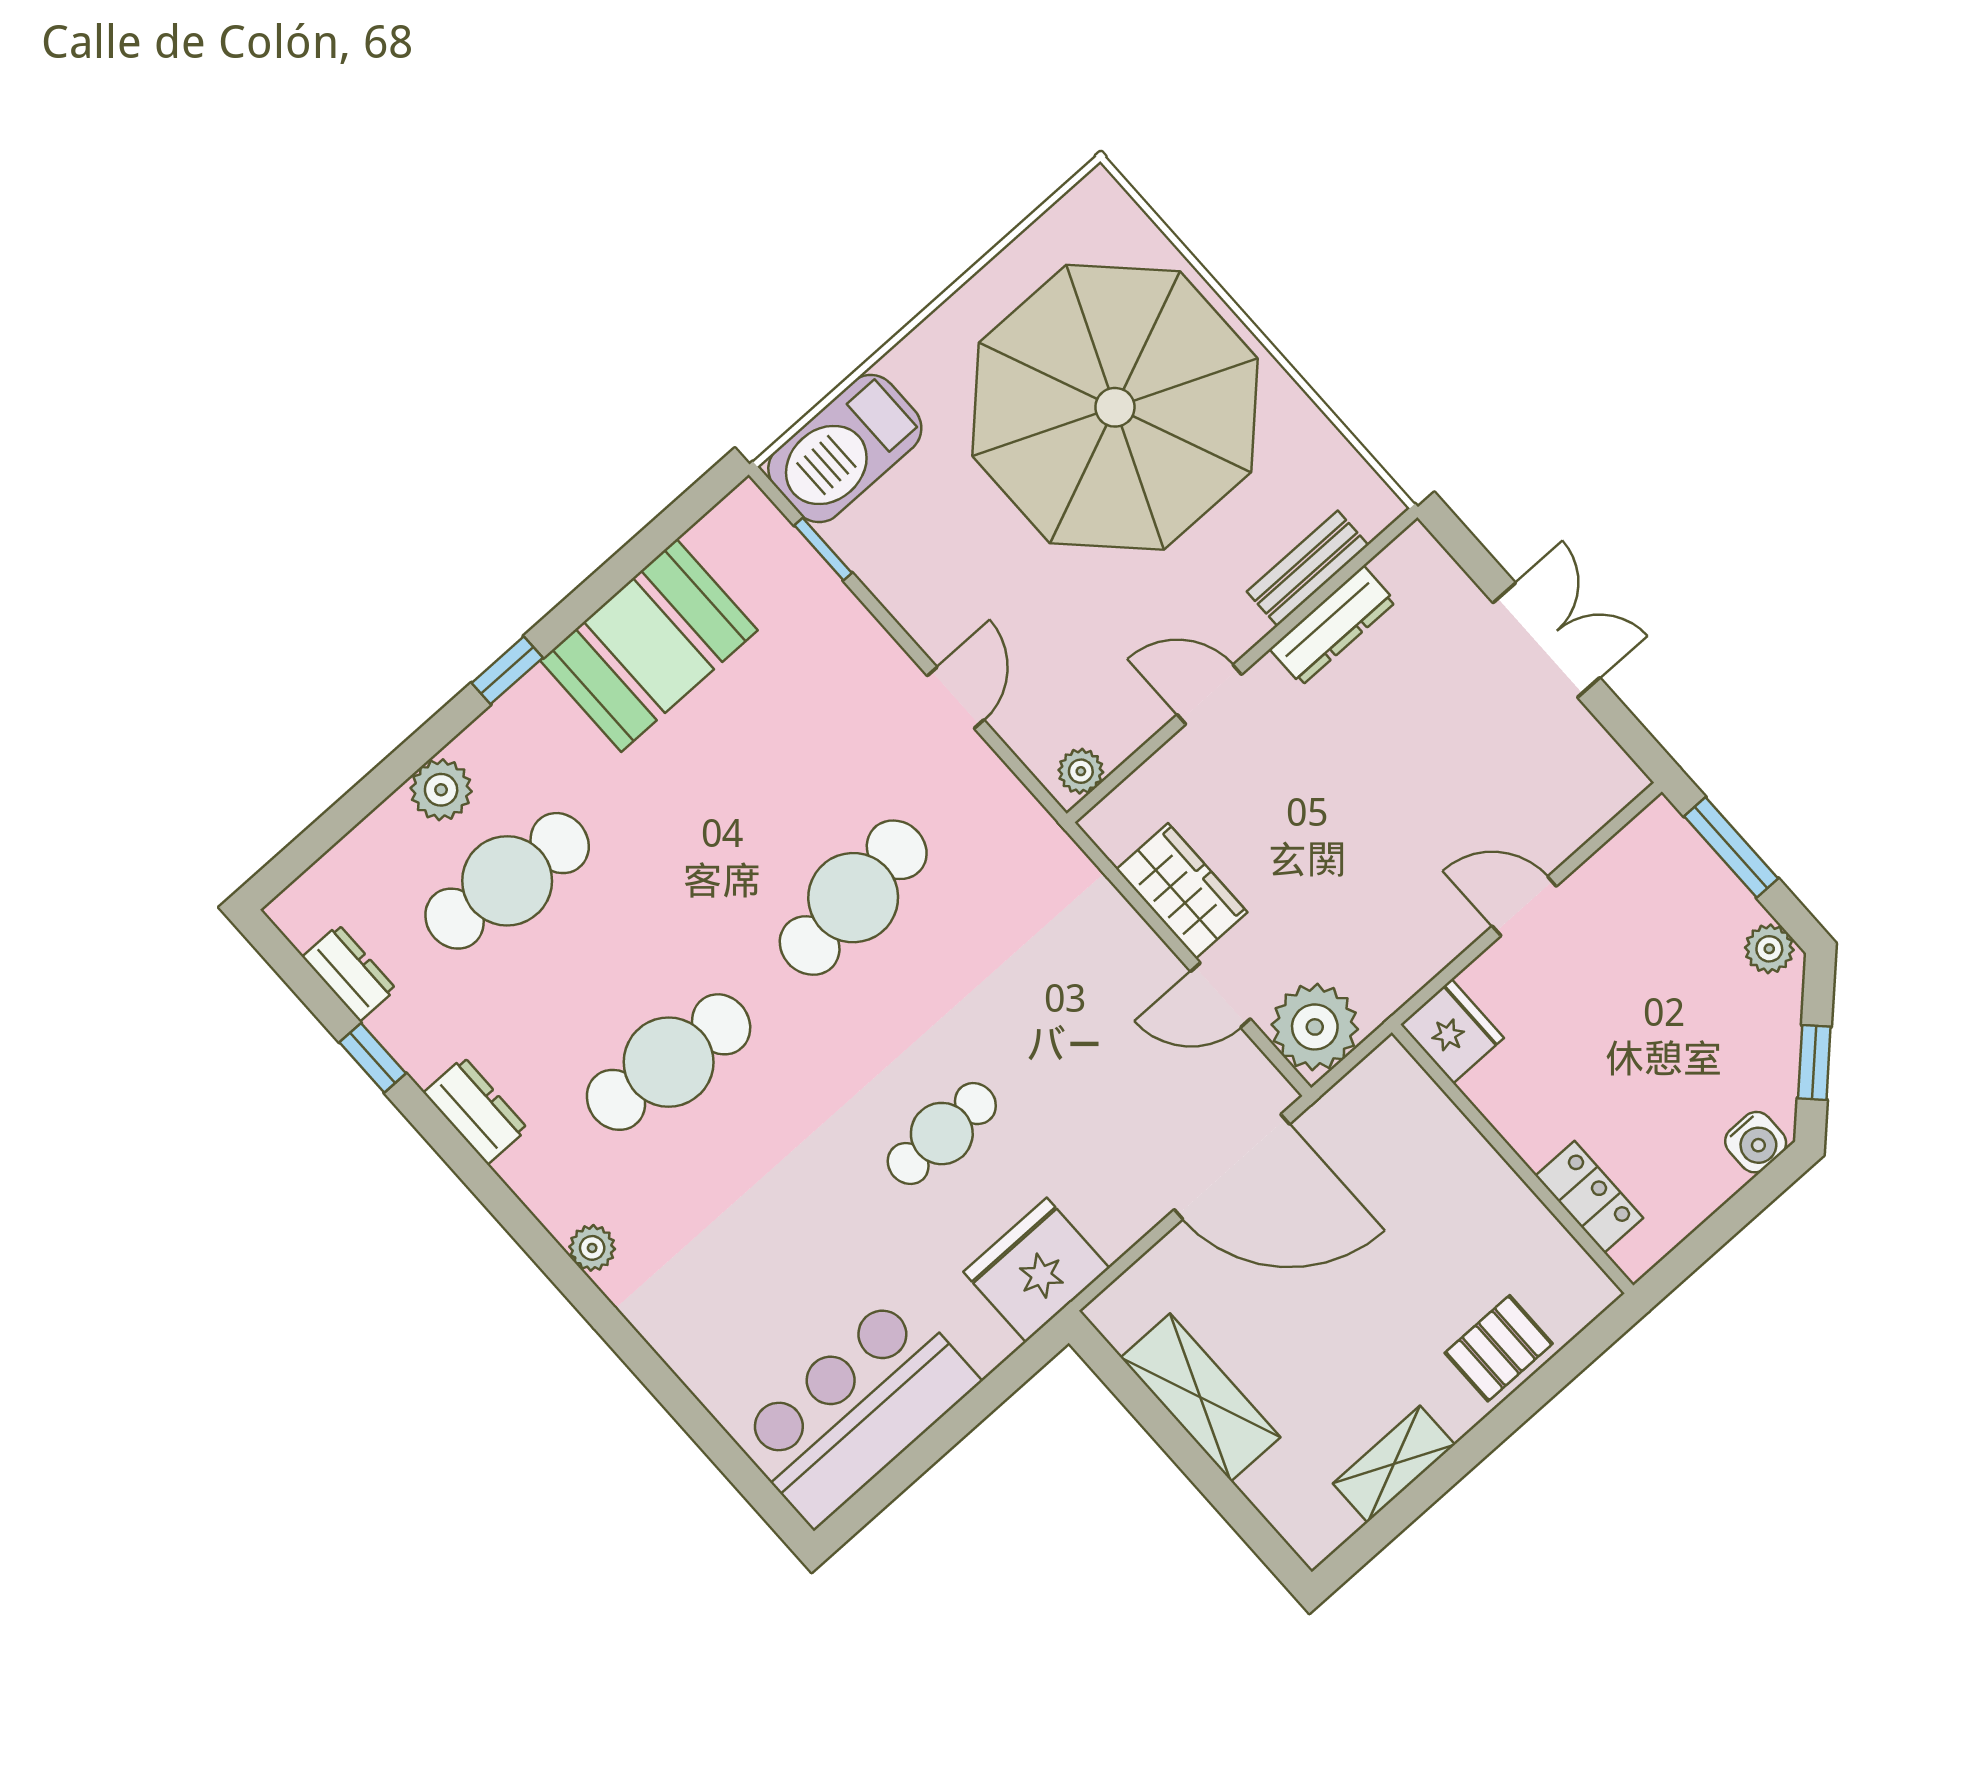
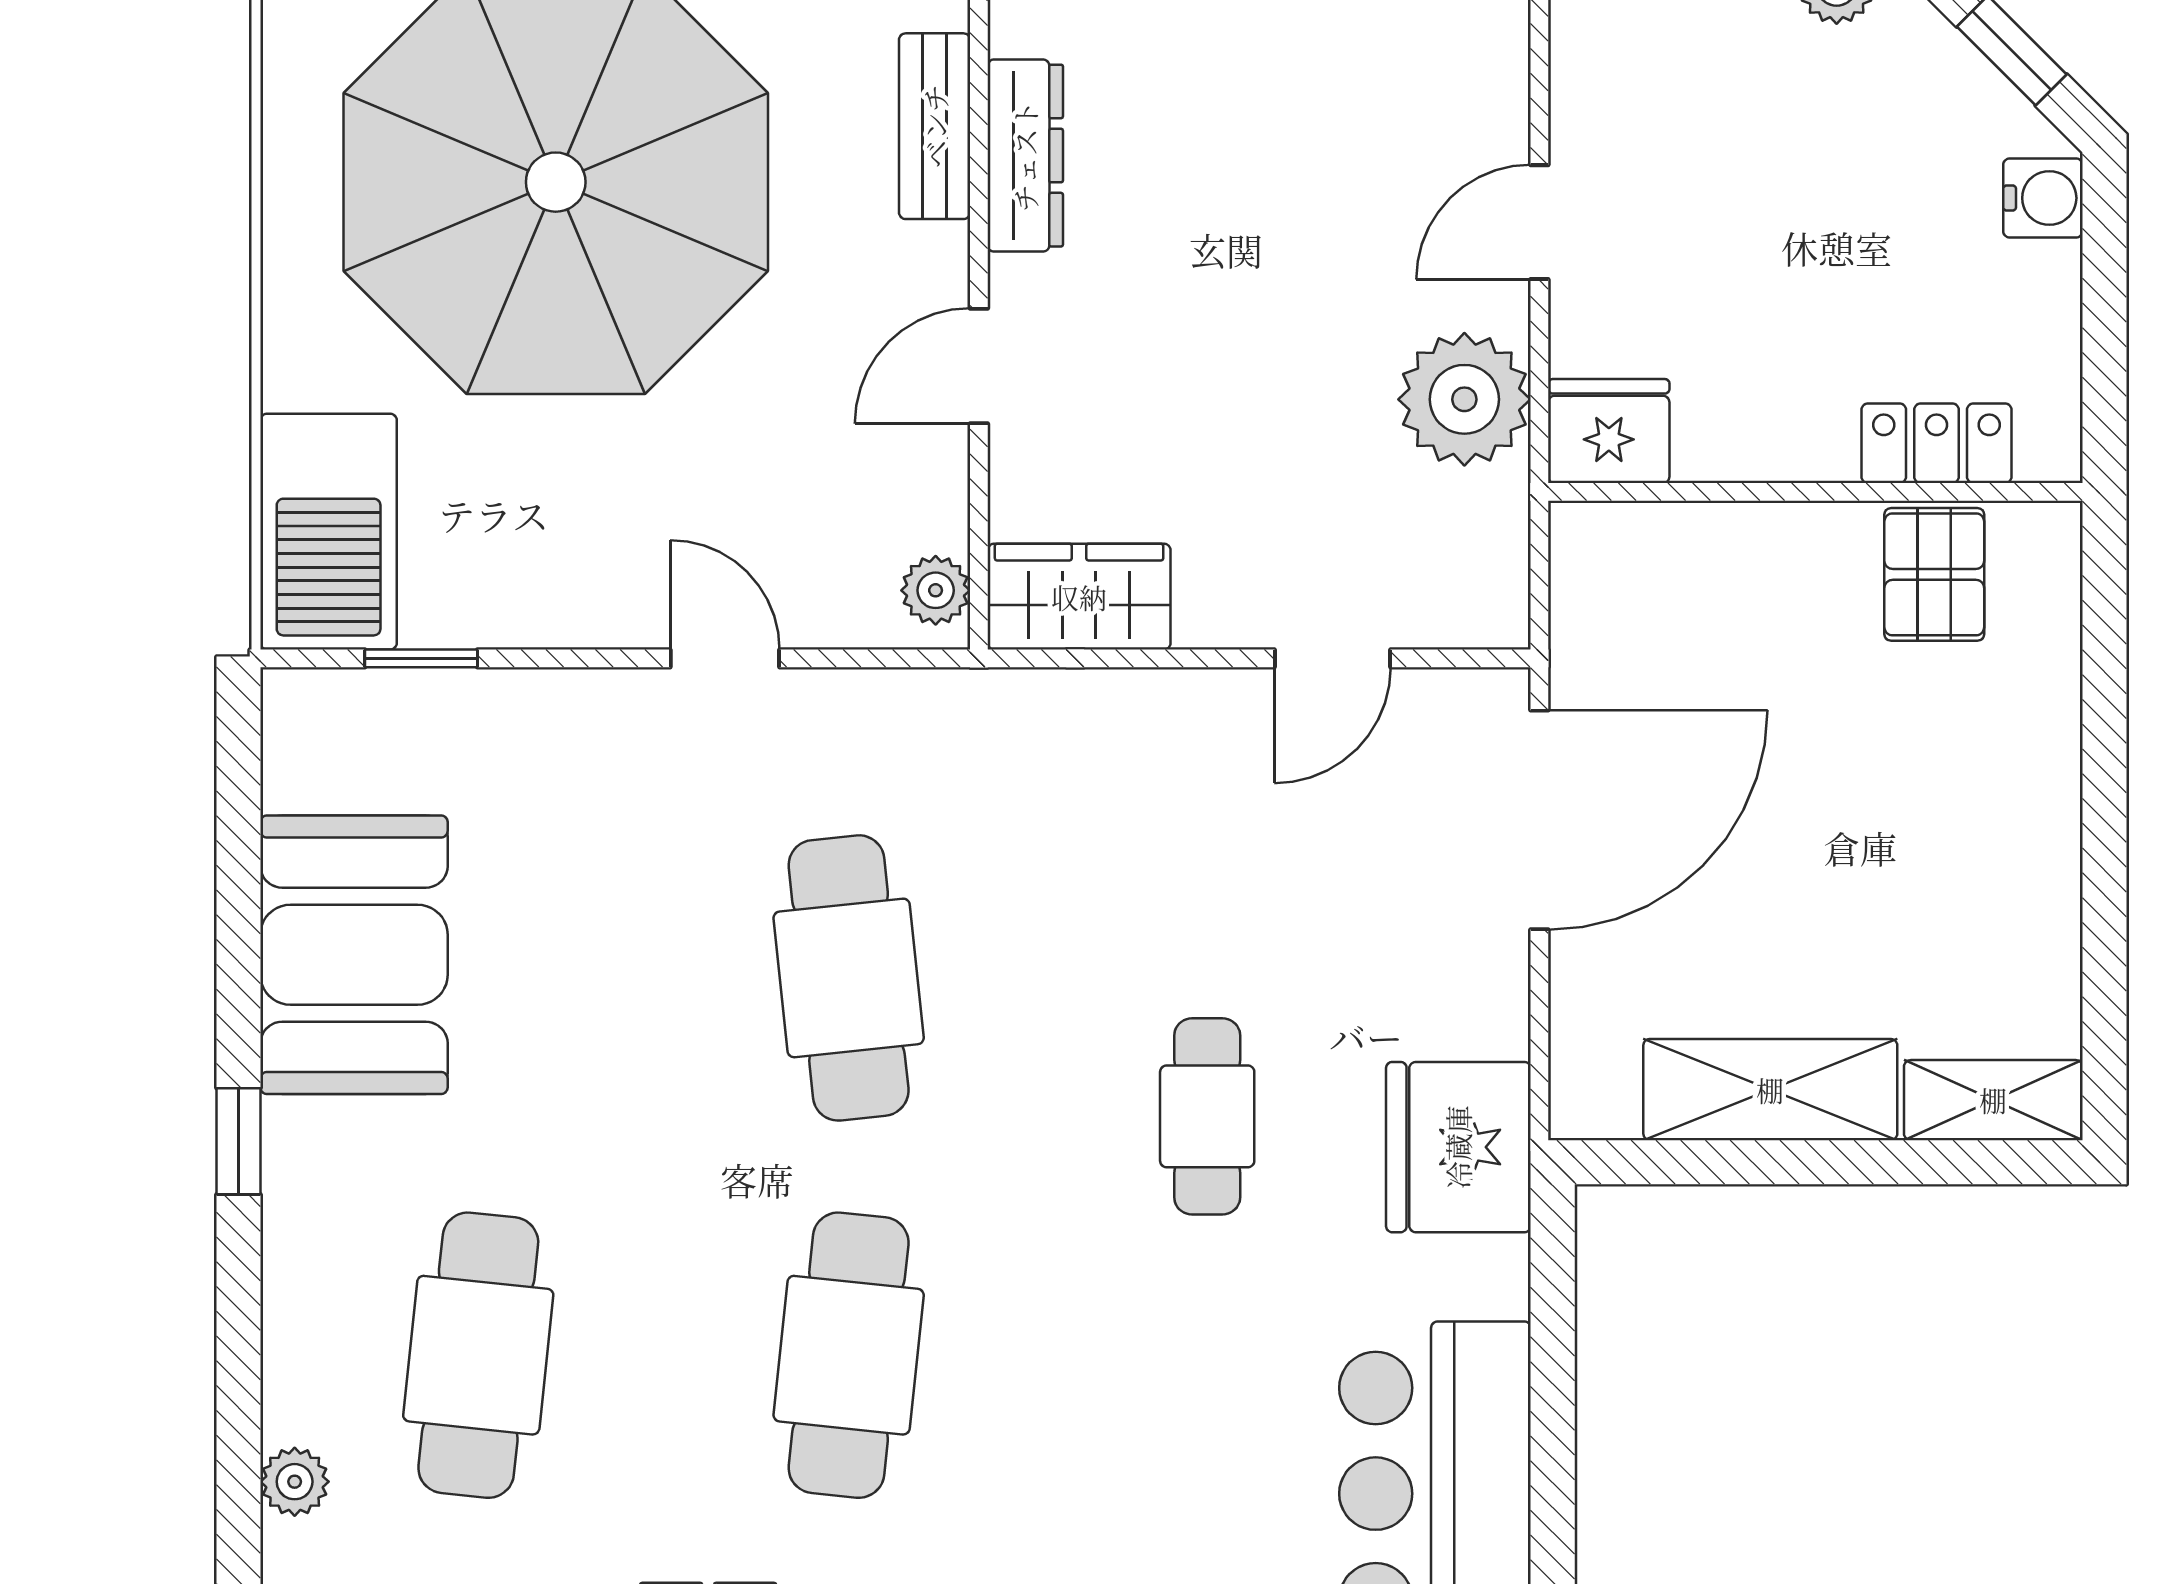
plant: (441, 790) -> (295, 1482), moved, width x0.73, depth x0.73
wardrobe: (1182, 891) -> (1079, 597), moved
plant: (1315, 1027) -> (1464, 399), moved
pallet: (1499, 1348) -> (1934, 574), moved
shelving: (1394, 1464) -> (1993, 1100), moved, turned 90

